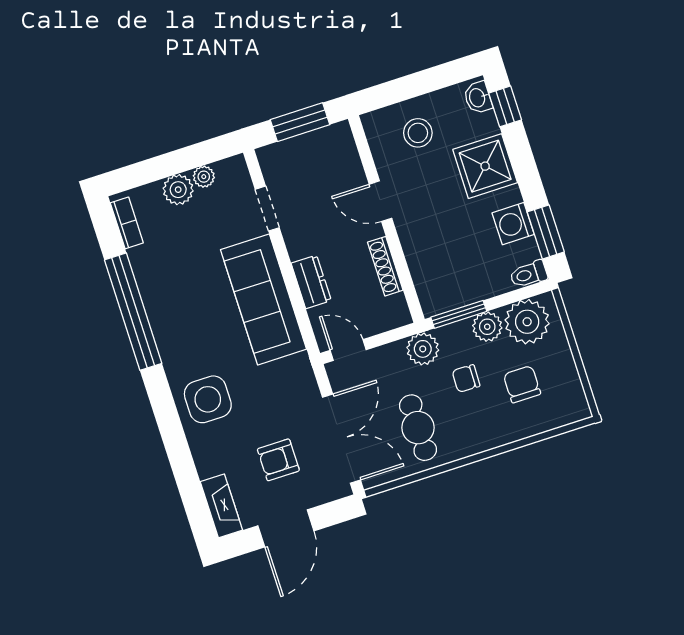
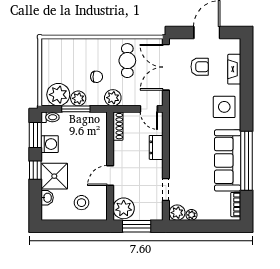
washbasin: (478, 98) -> (47, 198), moved
window: (505, 106) -> (35, 170), moved
plant: (335, 148) -> (124, 208), added
plant: (178, 190) -> (177, 213), moved
door: (381, 201) -> (110, 176), swing flipped
shoe rack: (385, 266) -> (118, 126), moved
sofa: (263, 299) -> (228, 160), moved, turned 180
window: (459, 314) -> (76, 109), moved
chair: (522, 384) -> (70, 65), removed
fireplace: (221, 506) -> (234, 69), moved

